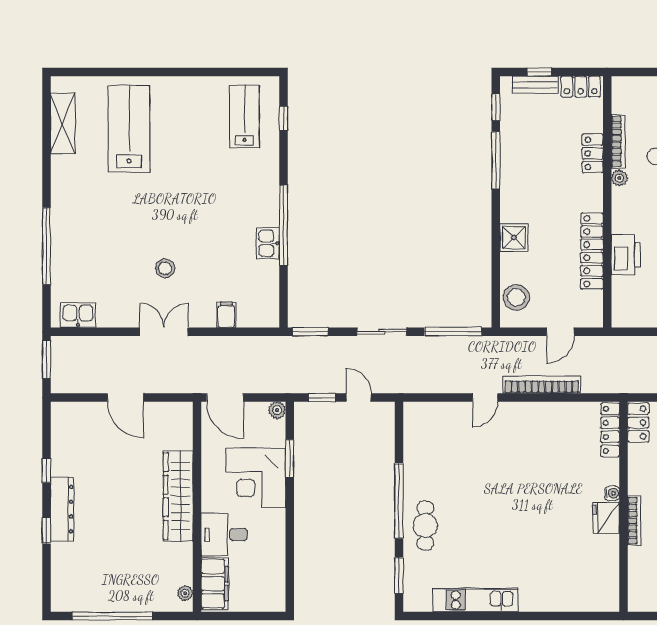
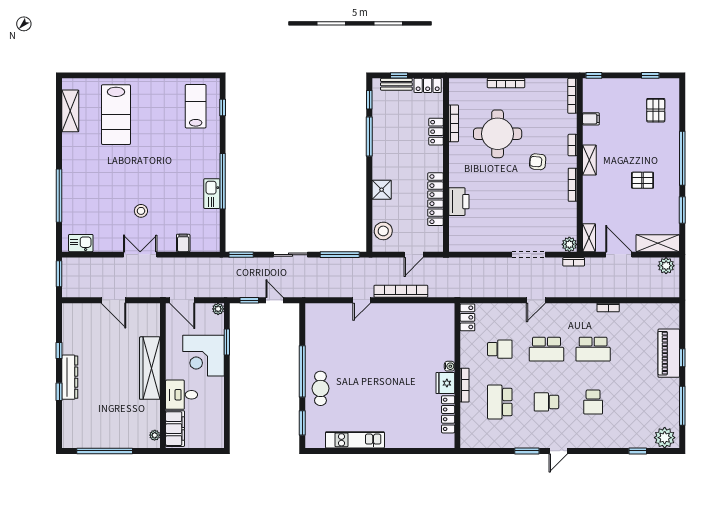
lab bench: (129, 129) -> (116, 115), turned 180
plant: (619, 178) -> (454, 149), removed
kitchen sink: (268, 243) -> (212, 194), width x1.38
locker: (610, 430) -> (448, 414), moved

